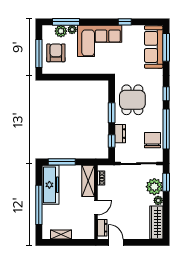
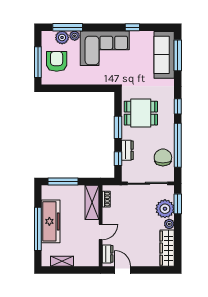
dining table: (132, 100) -> (141, 113), turned 90
freezer: (51, 185) -> (51, 221), moved

